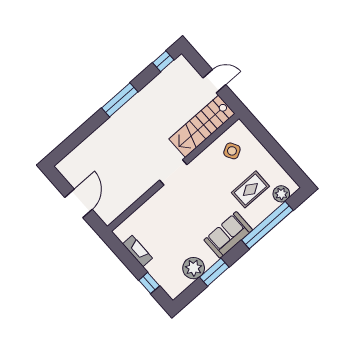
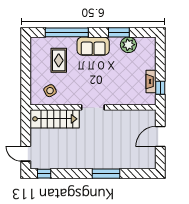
door: (214, 81) -> (26, 154), moved
window: (120, 100) -> (106, 174), moved
rug: (250, 189) -> (59, 60), turned 90
plant: (281, 194) -> (44, 43), removed
window: (149, 283) -> (160, 88), moved

